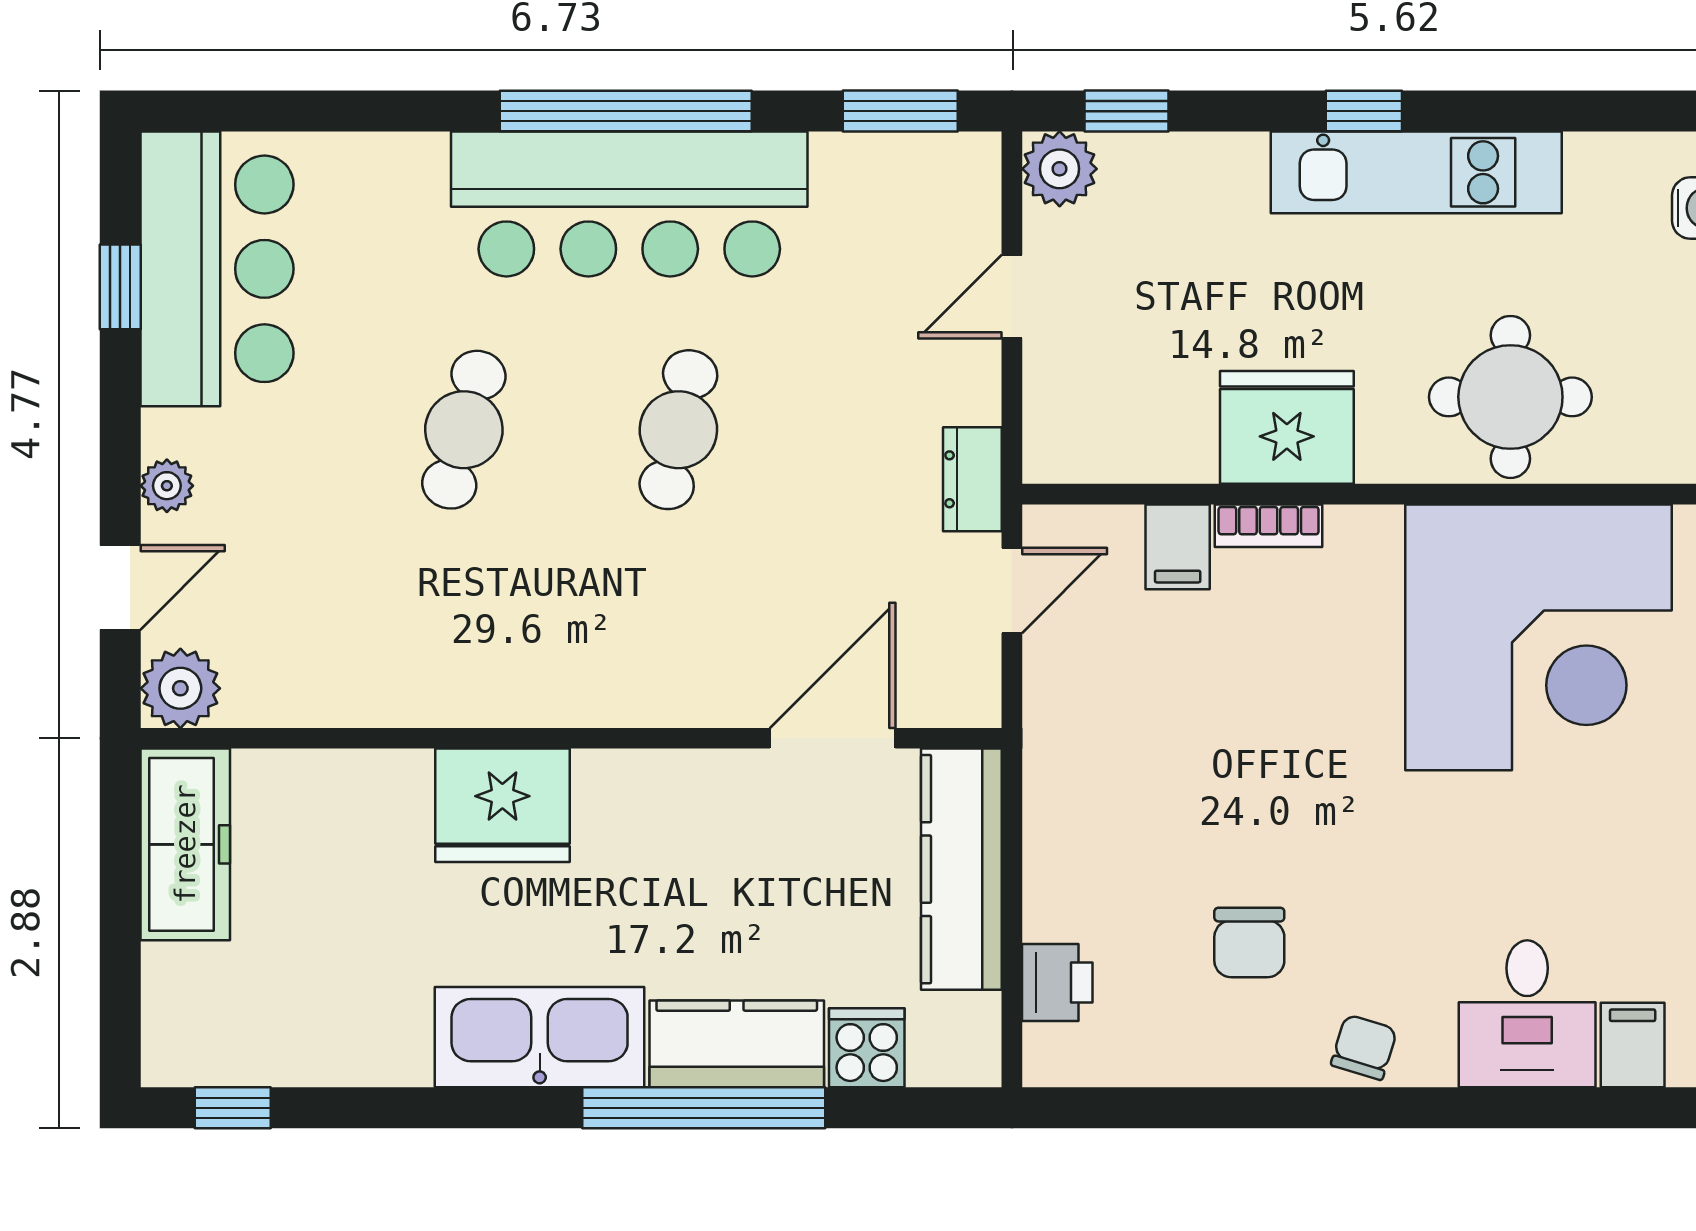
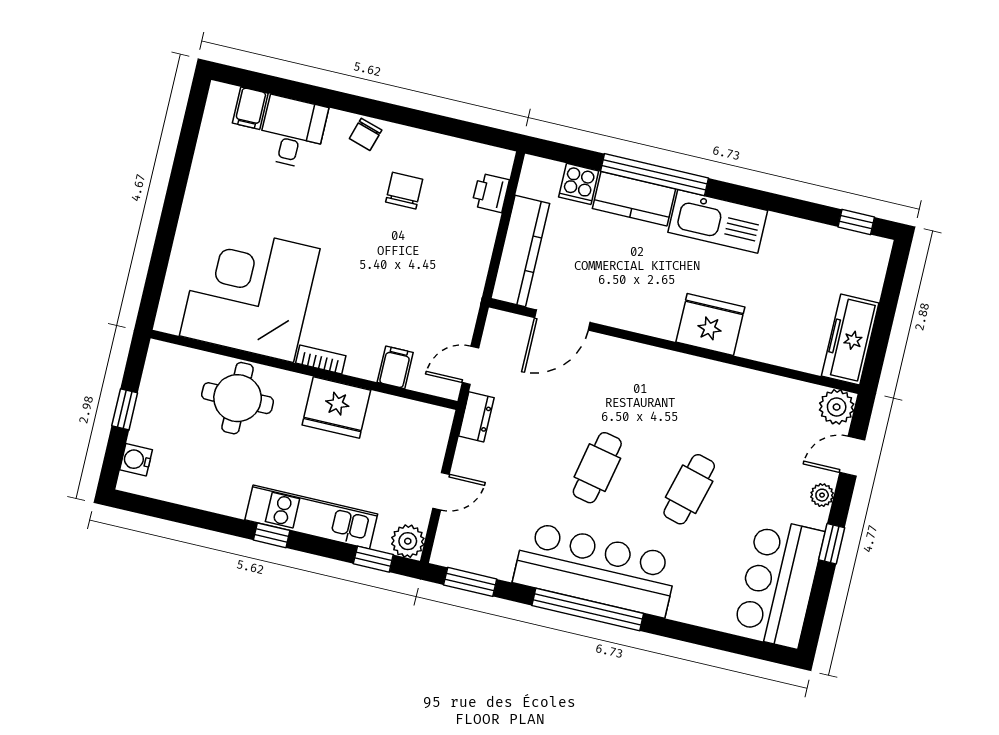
kitchen unit: (1416, 172) -> (311, 517), moved
window: (120, 287) -> (832, 544), moved
bookcase: (1269, 526) -> (321, 359), moved

